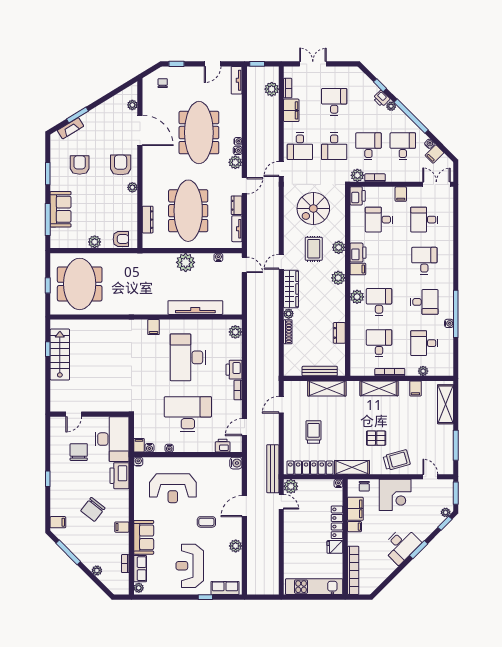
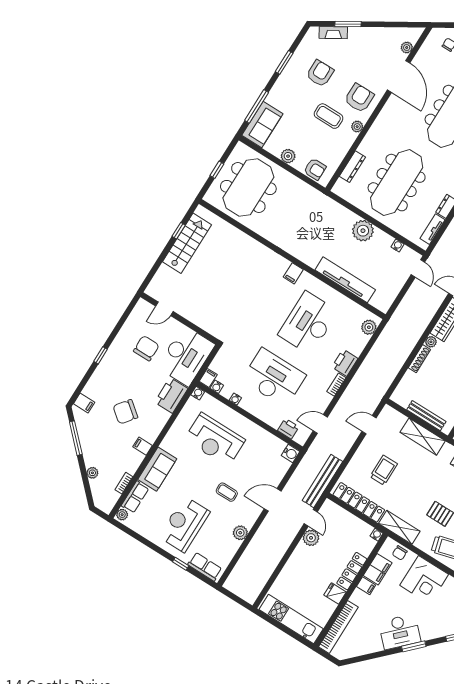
coffee table: (106, 193) -> (329, 116), added
sofa: (61, 209) -> (262, 125), moved
plant: (291, 486) -> (311, 538), moved

